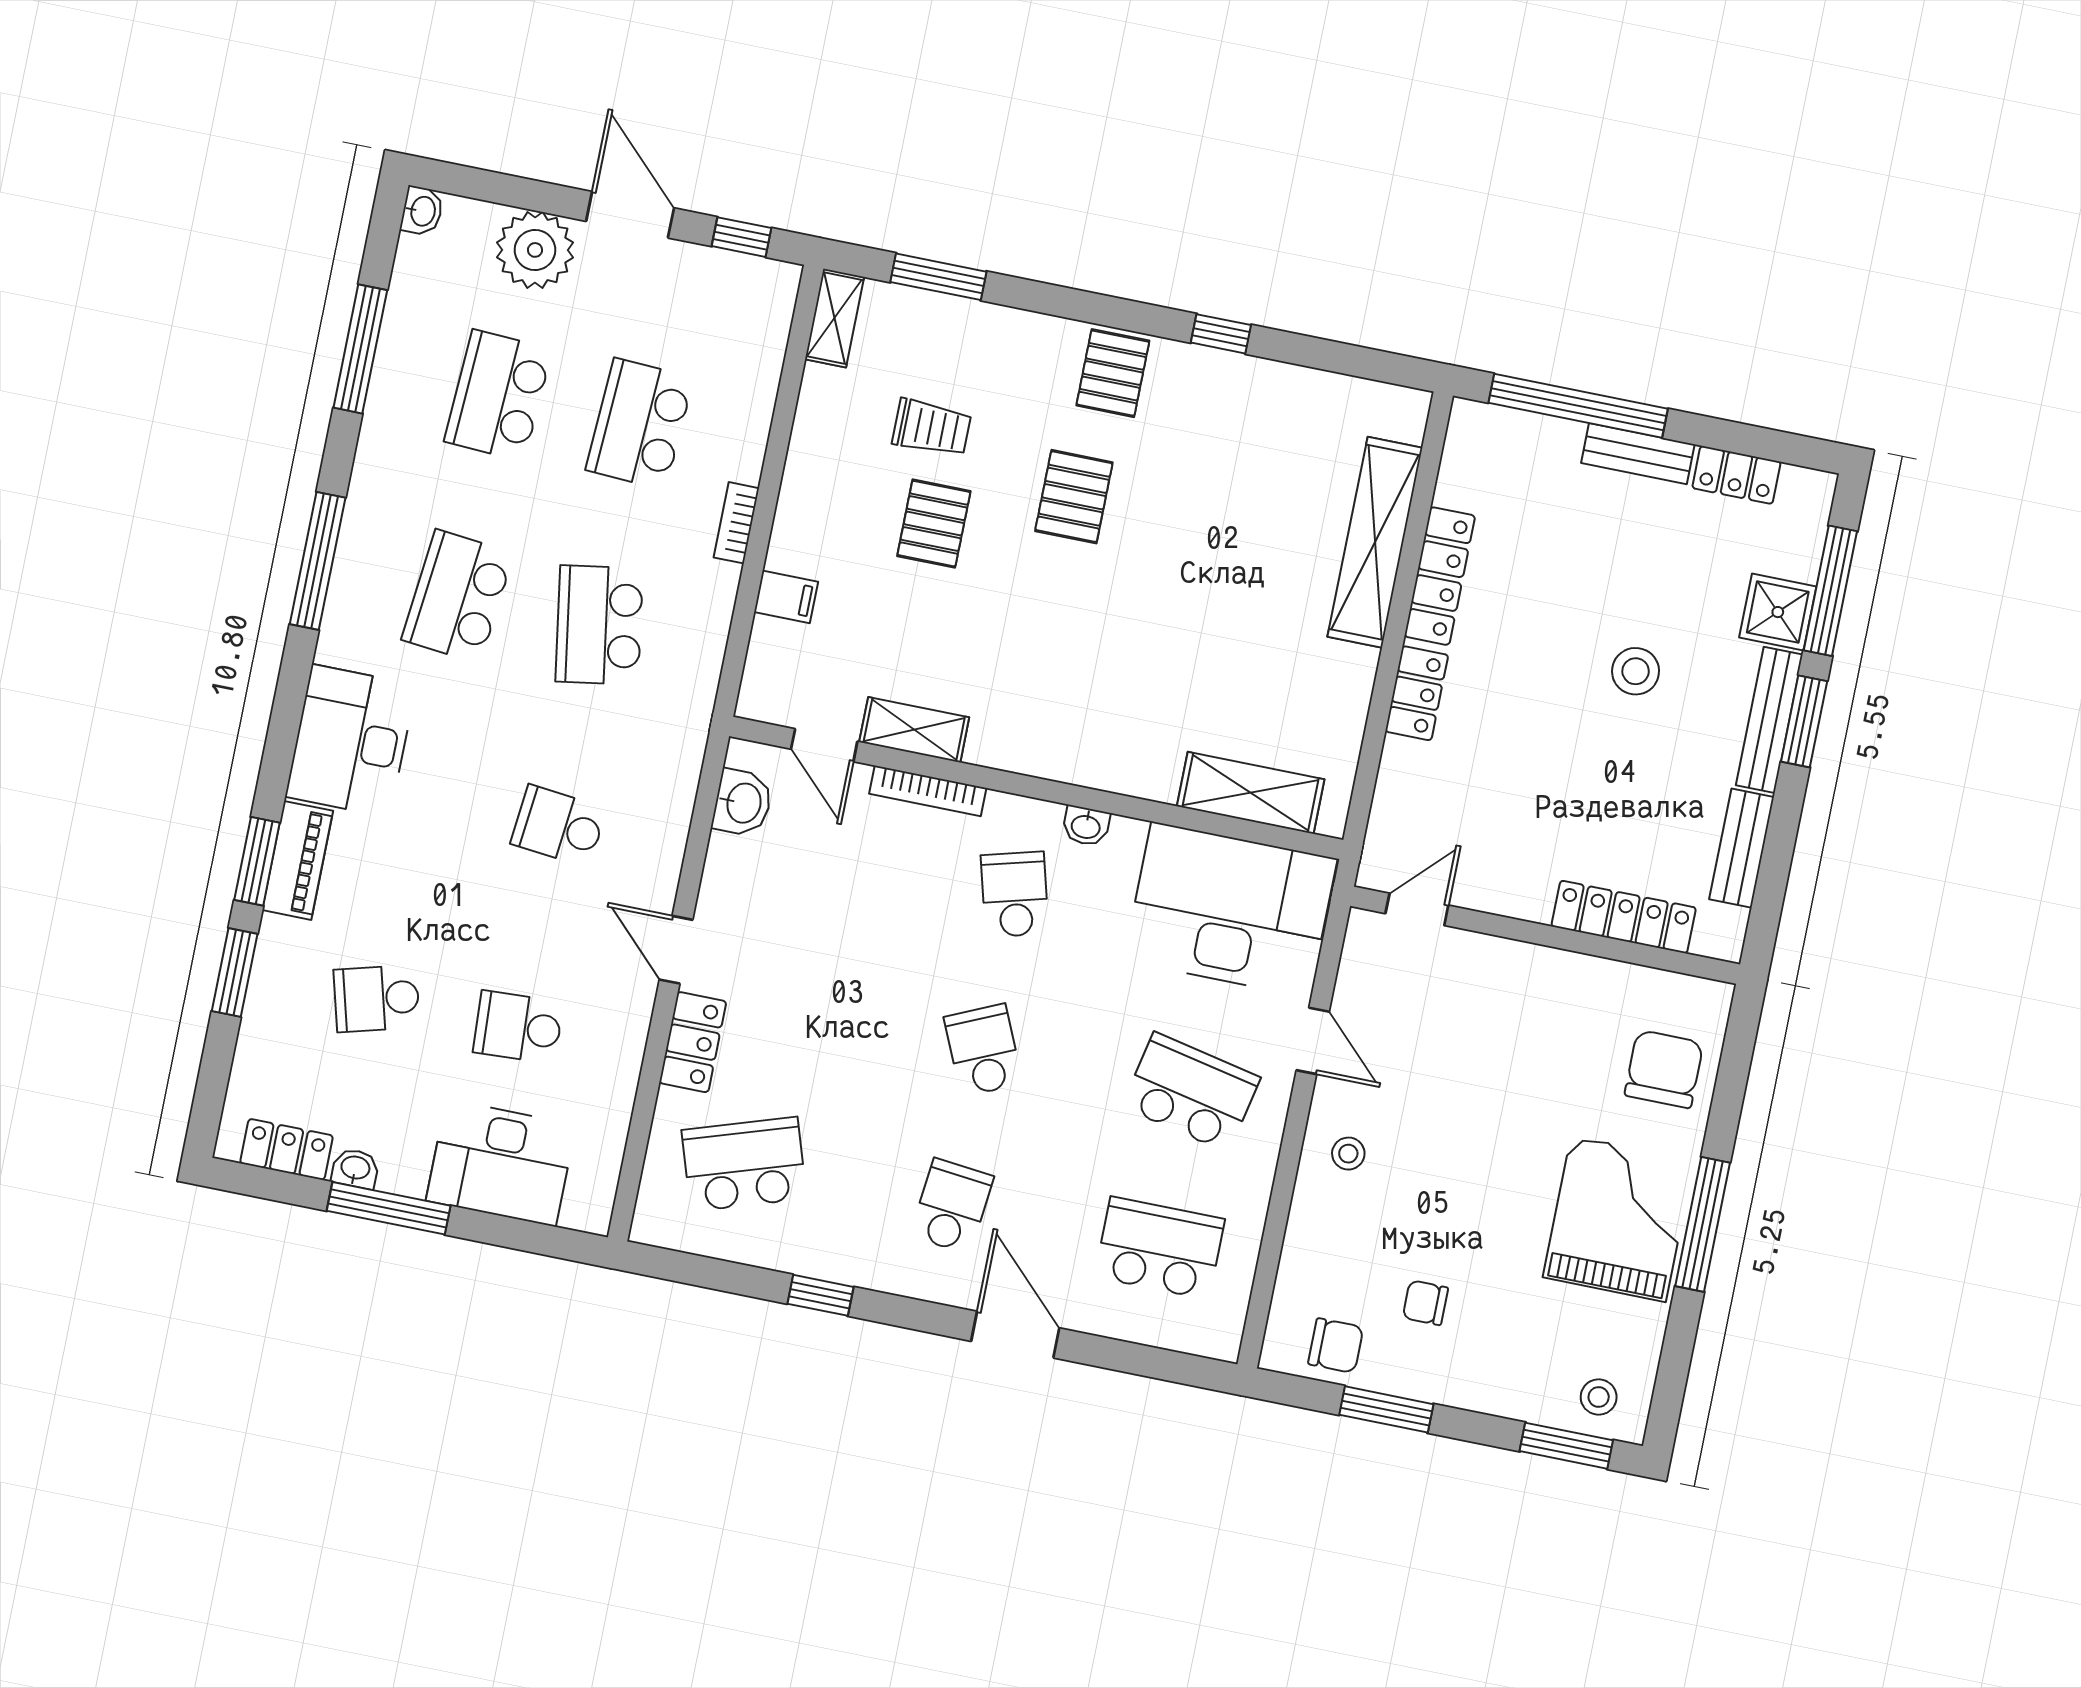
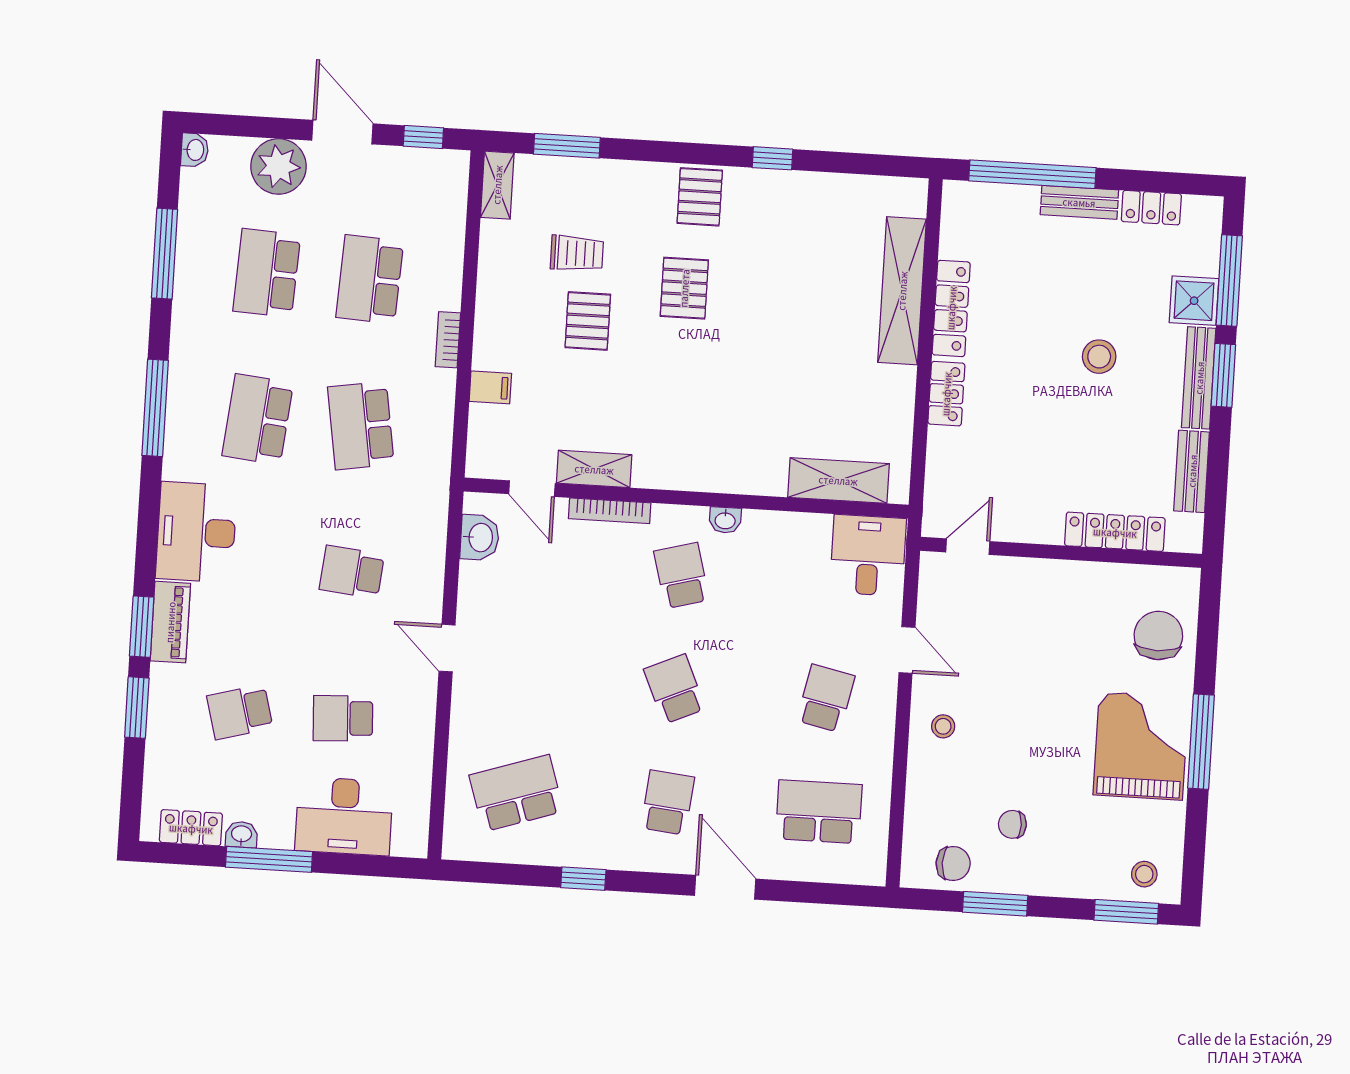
desk: (1230, 910) -> (868, 555), width x0.53, depth x0.77
locker: (693, 1042) -> (468, 712), removed
school desk: (1191, 1092) -> (826, 698), width x0.54

